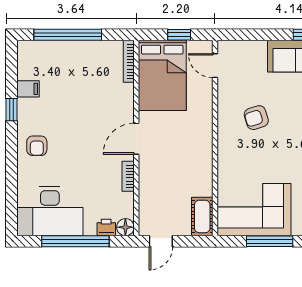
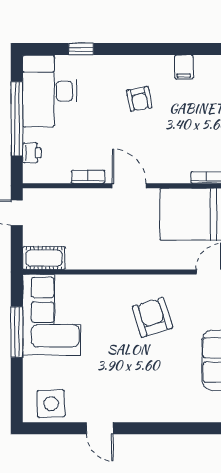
window: (12, 110) -> (81, 49), moved
armchair: (256, 118) -> (152, 317), width x1.38, depth x1.38
armchair: (37, 146) -> (139, 99), moved, turned -101
floor lamp: (125, 227) -> (32, 174), removed

